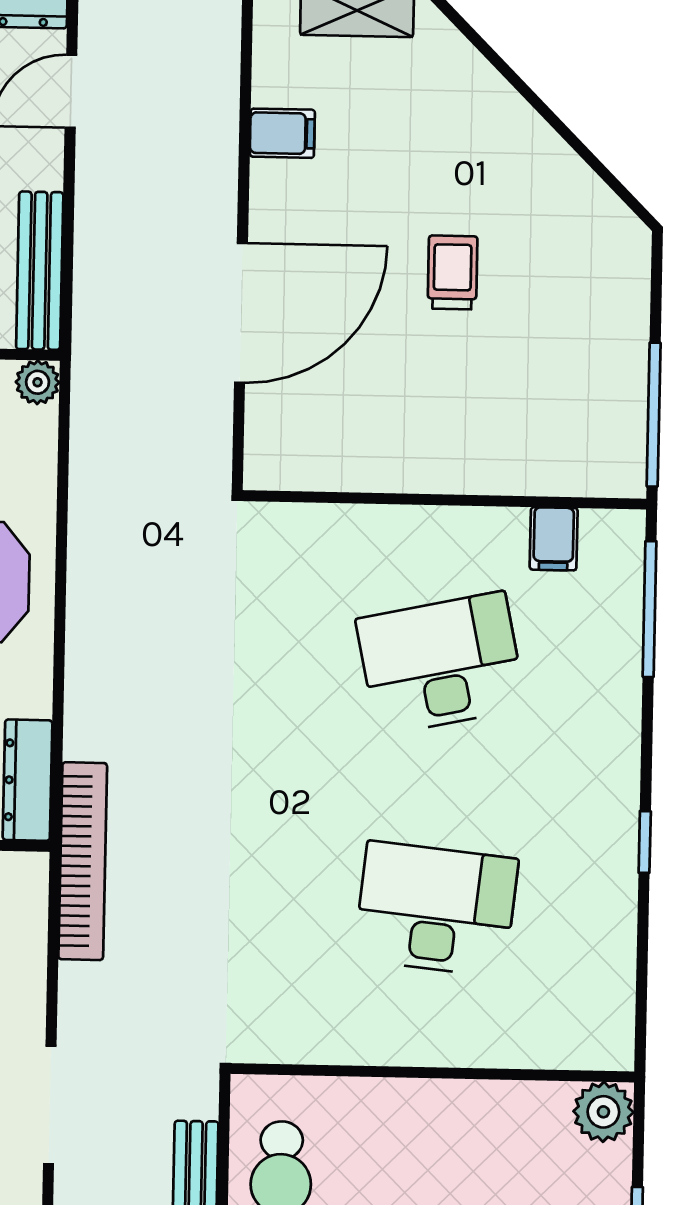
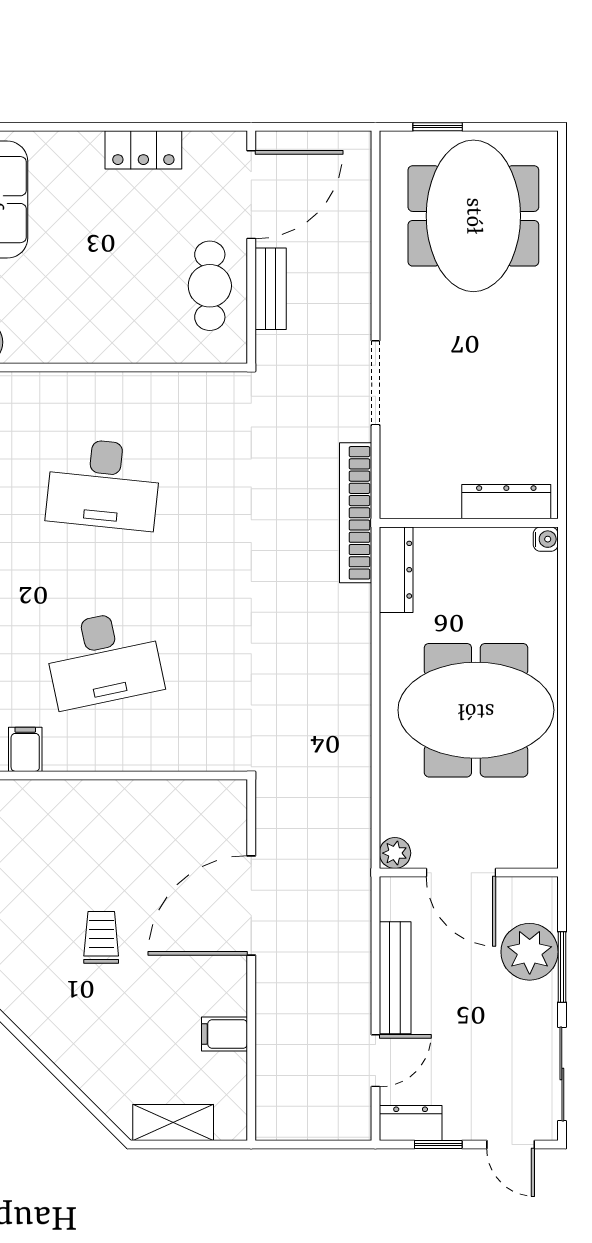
bench: (40, 271) -> (395, 978), moved
trolley: (453, 272) -> (101, 937), turned 180
doorway: (50, 1105) -> (375, 383), moved

